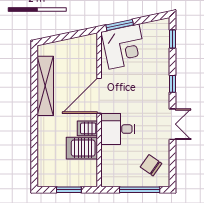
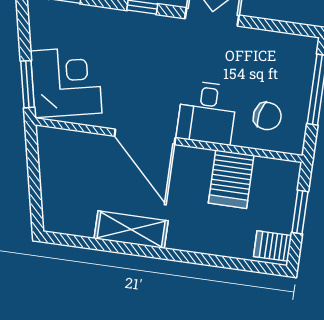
shelving: (45, 86) -> (131, 230), width x0.68
server rack: (87, 128) -> (273, 246), moved, turned 90
chair: (151, 165) -> (267, 116), moved, turned -113

